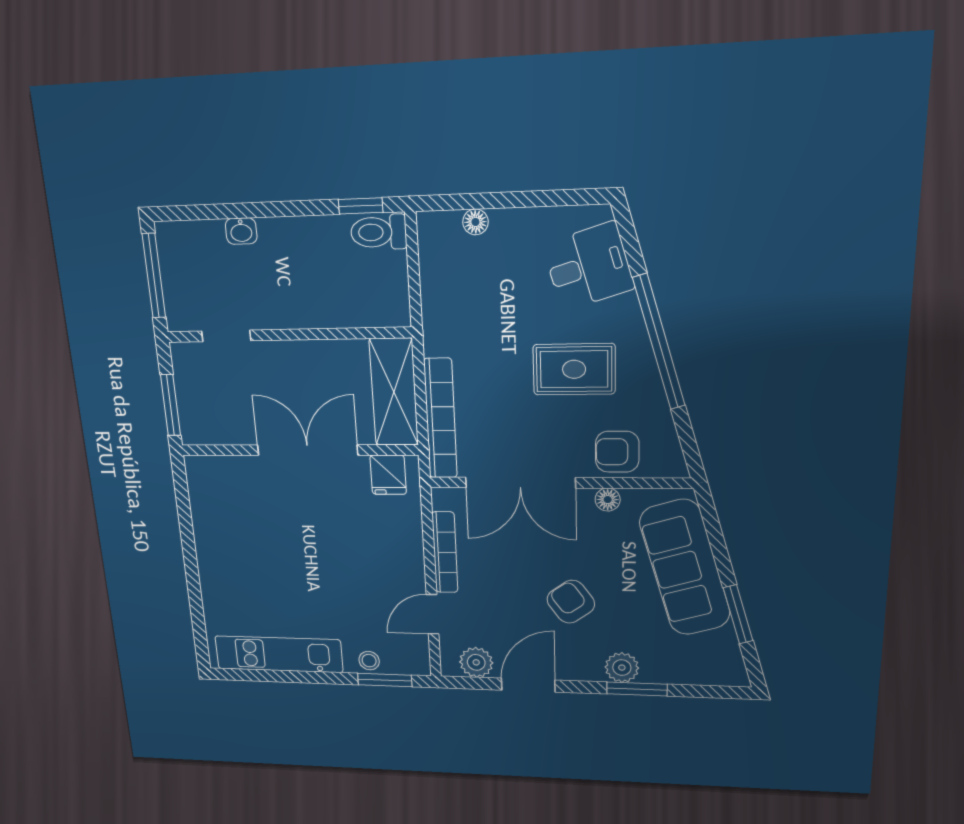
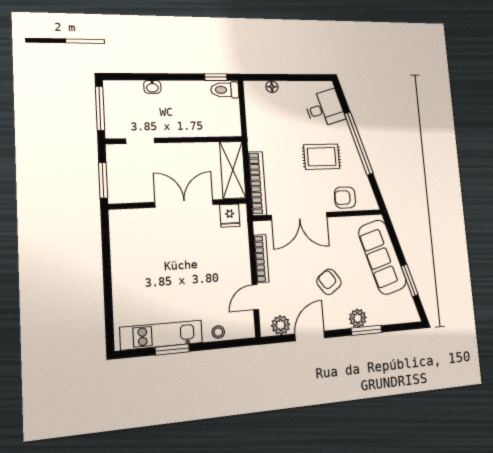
floor lamp: (608, 500) -> (343, 223), removed
window: (385, 680) -> (172, 349), moved

